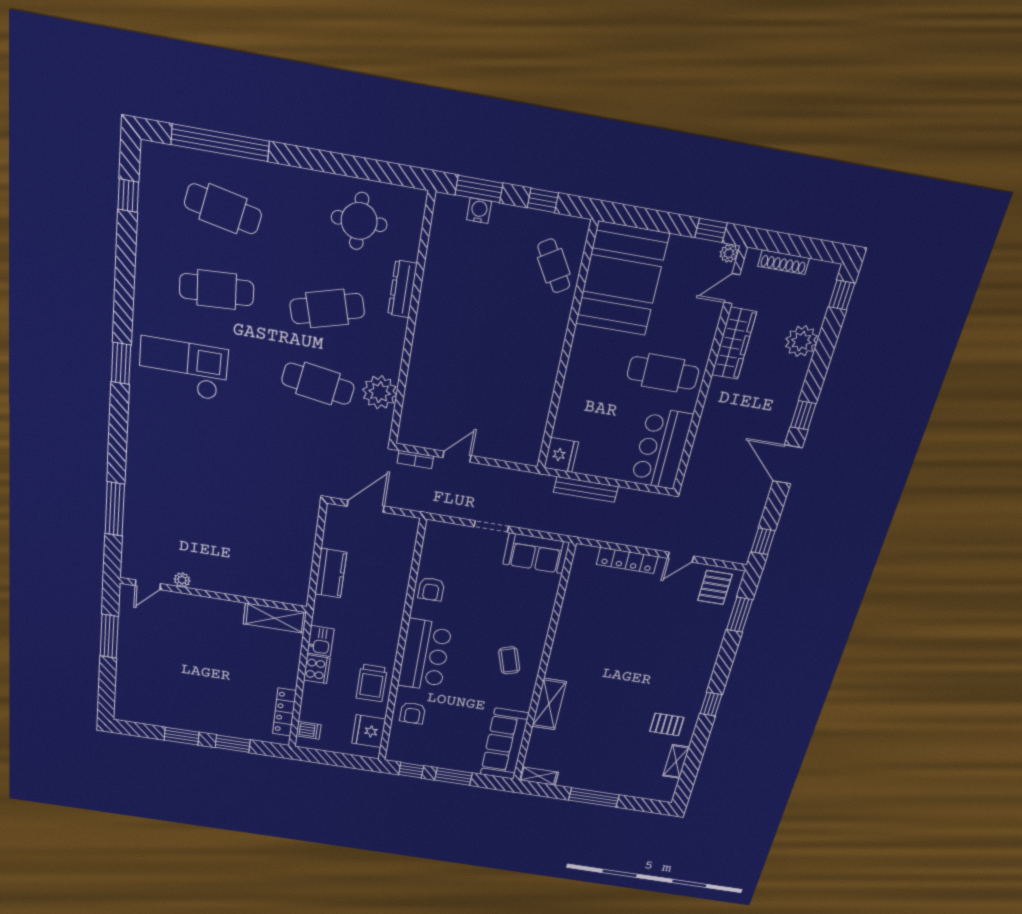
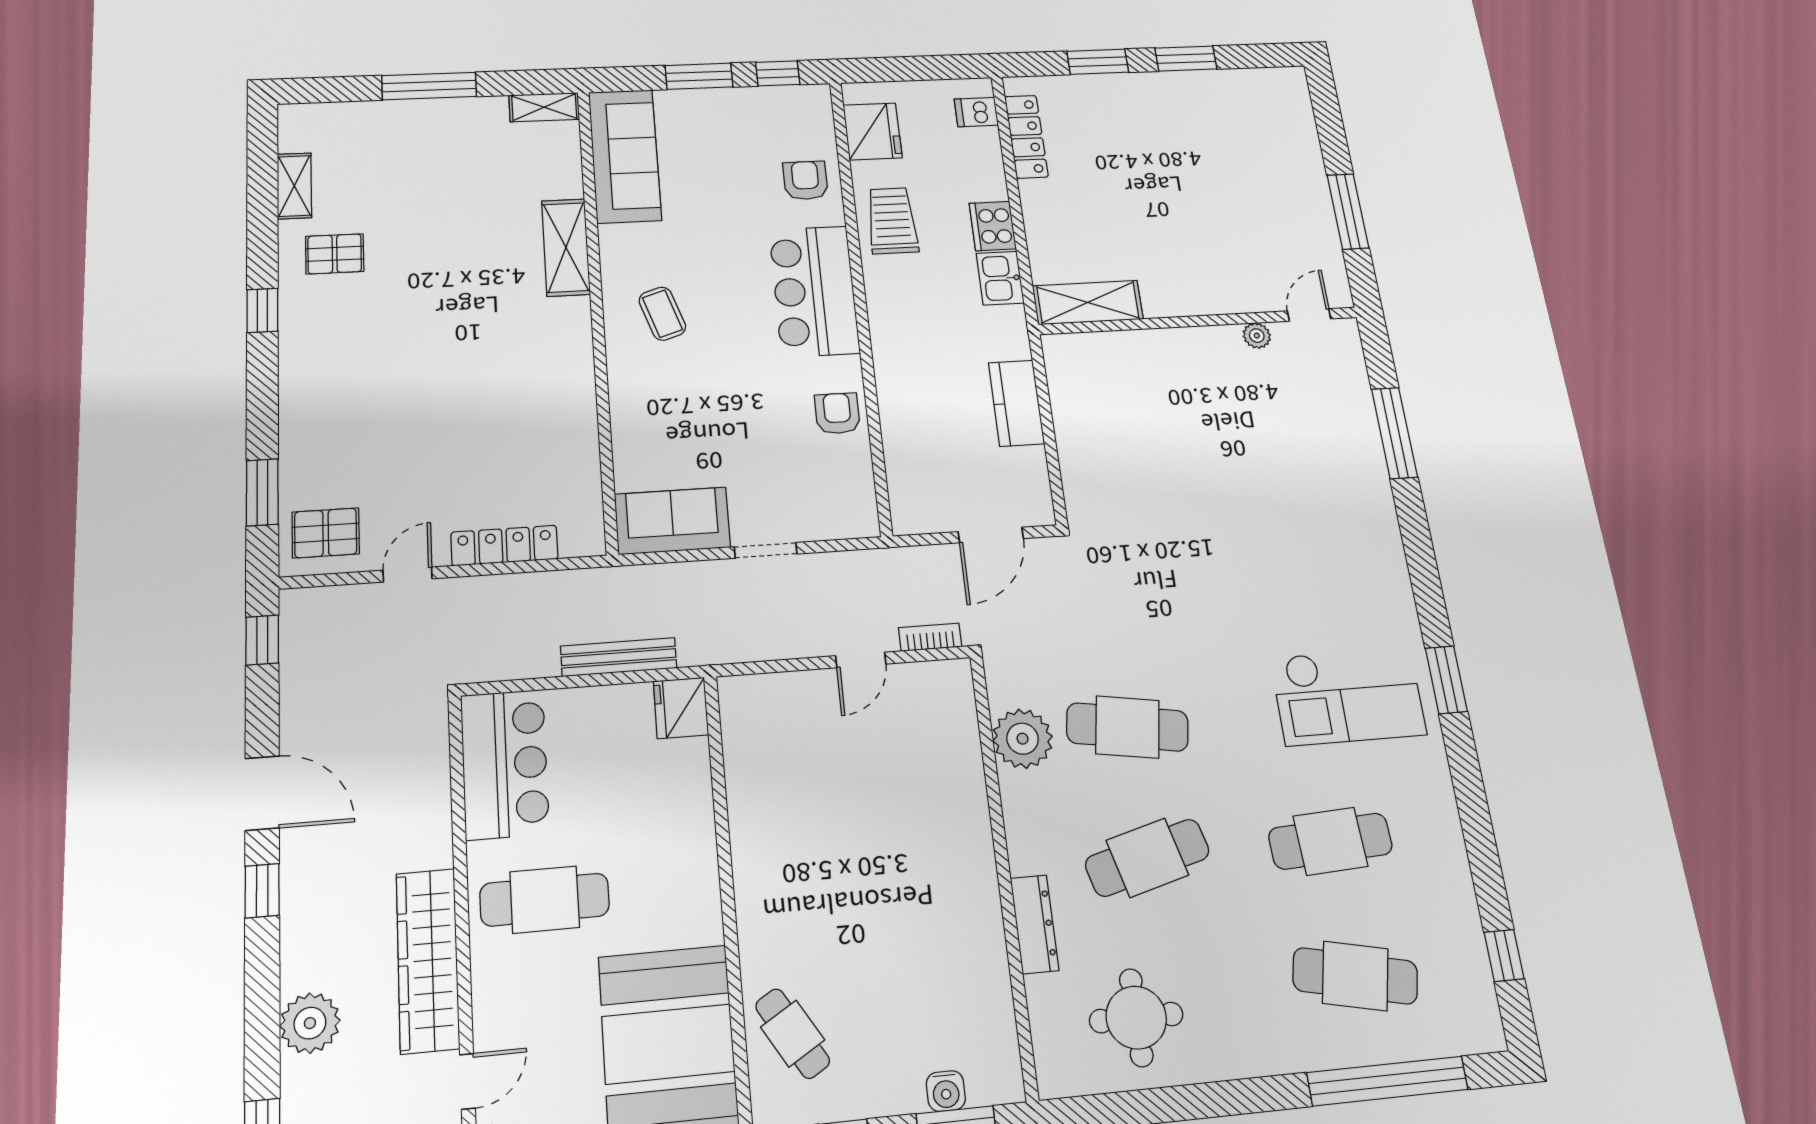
wardrobe: (734, 343) -> (428, 960), width x1.40, depth x1.17
pallet: (715, 587) -> (326, 533), turned 90

